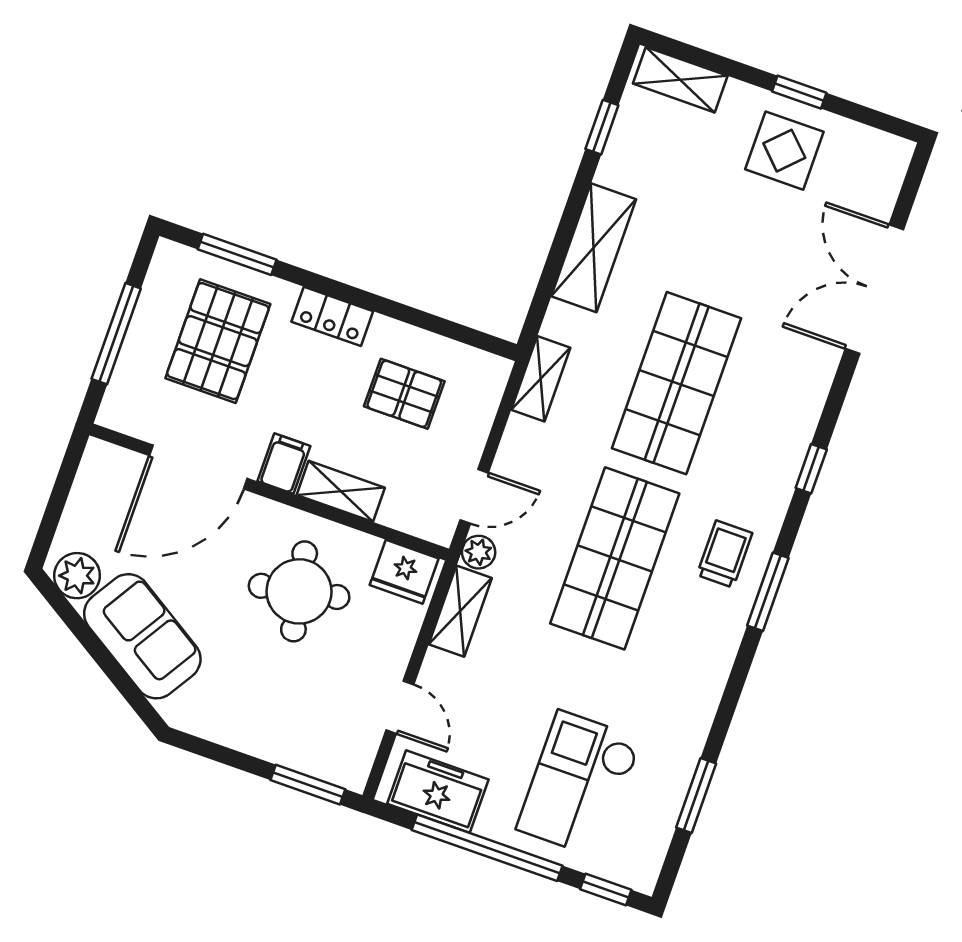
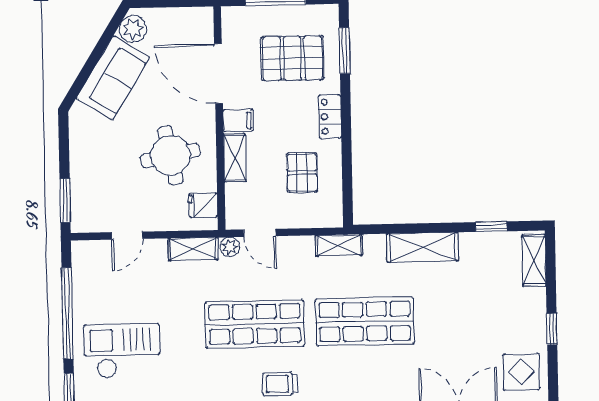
display table: (784, 151) -> (521, 372), moved
trolley: (725, 554) -> (280, 384), turned 180
fridge: (404, 572) -> (203, 205), width x0.72
freezer: (438, 792) -> (88, 274), removed

